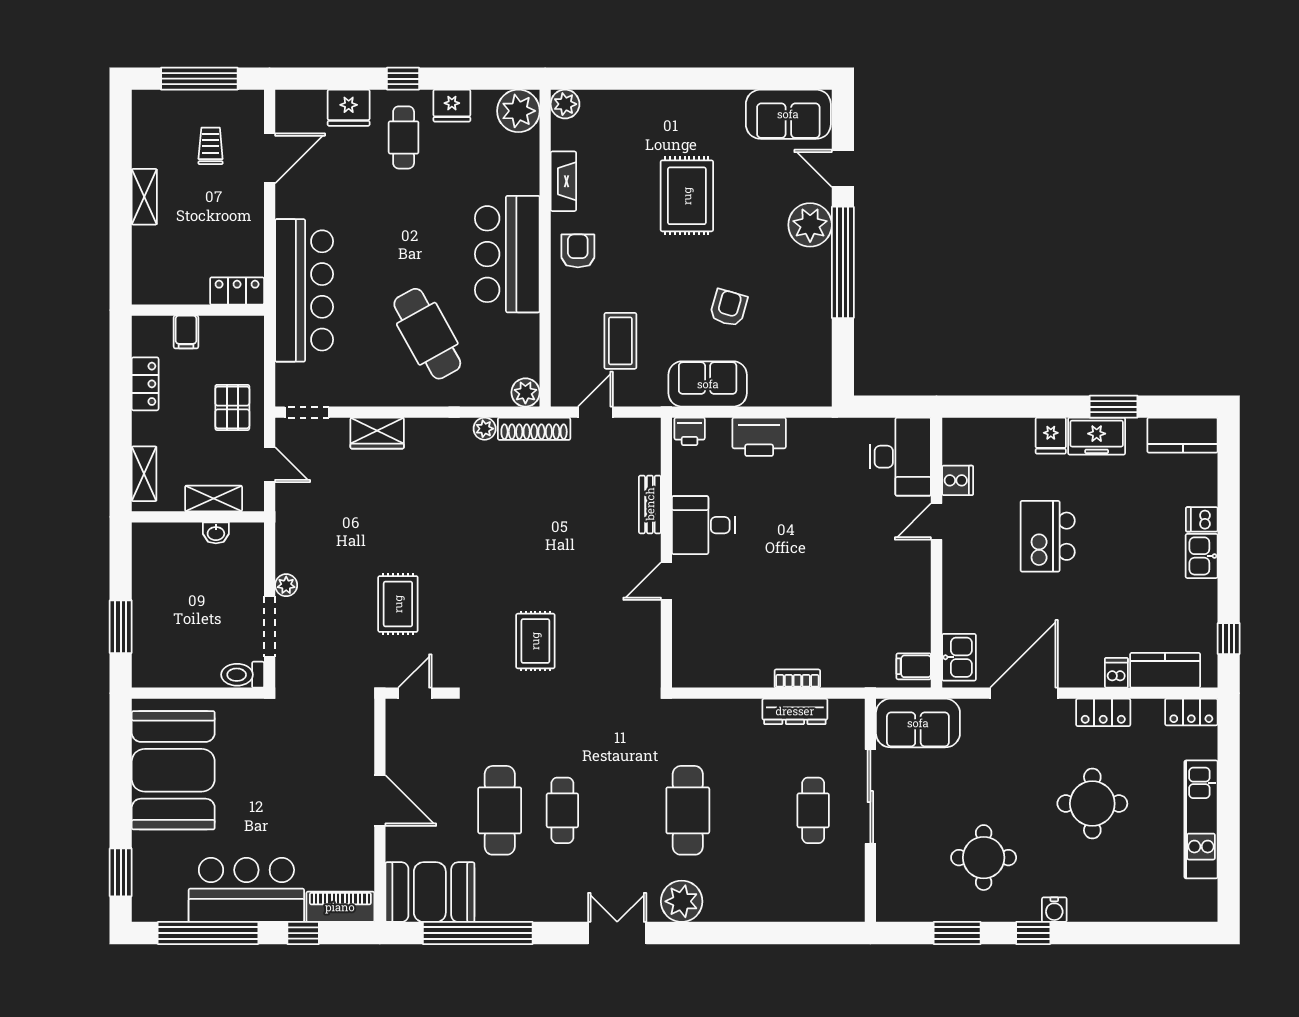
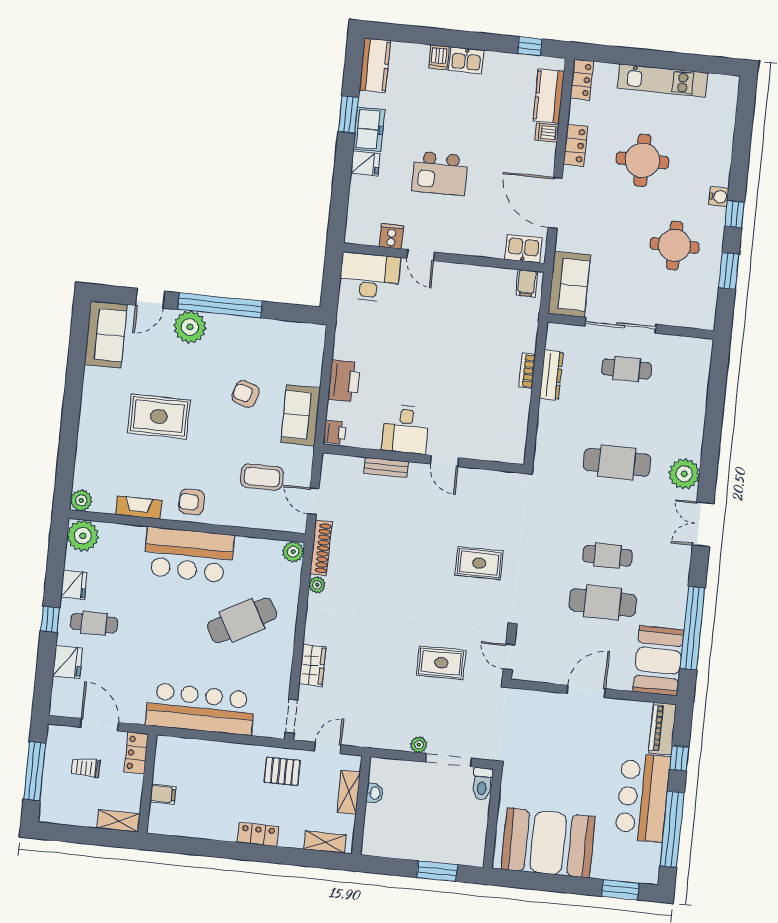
locker: (237, 291) -> (136, 753), moved
wall: (198, 310) -> (148, 784), moved
filing cabinet: (186, 332) -> (163, 794), moved

